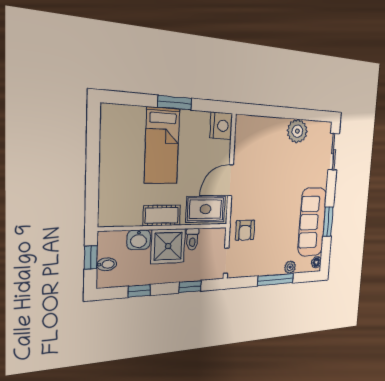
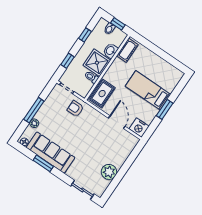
door: (230, 180) -> (117, 122), moved
cot: (162, 215) -> (127, 50), moved

